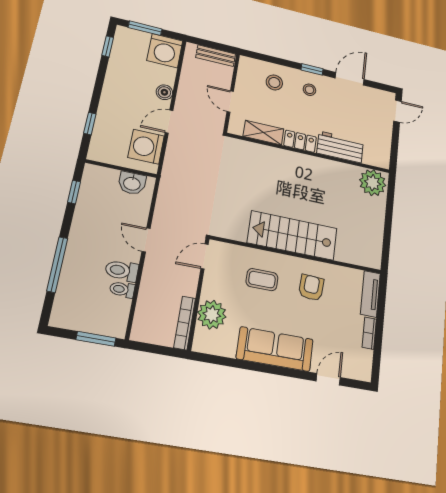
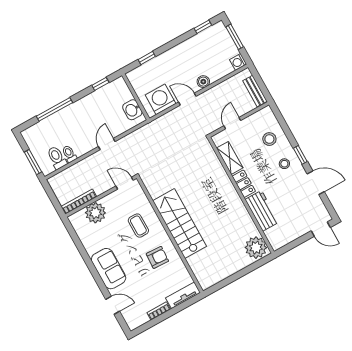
washing machine: (165, 51) -> (238, 62), width x0.53, depth x0.53
toilet: (122, 271) -> (57, 158), moved
sofa: (275, 349) -> (109, 269), width x0.73

